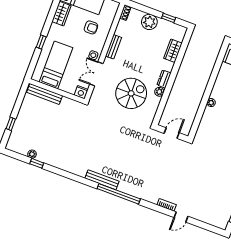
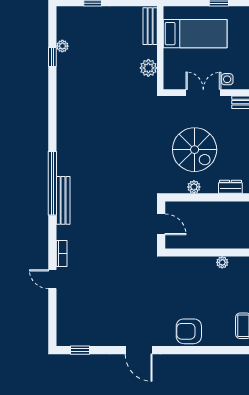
nightstand: (81, 92) -> (171, 81), removed
plant: (159, 92) -> (194, 187), moved
bench: (45, 94) -> (150, 26), width x0.73
plant: (67, 104) -> (148, 68), added
bench: (102, 180) -> (63, 200), moved

